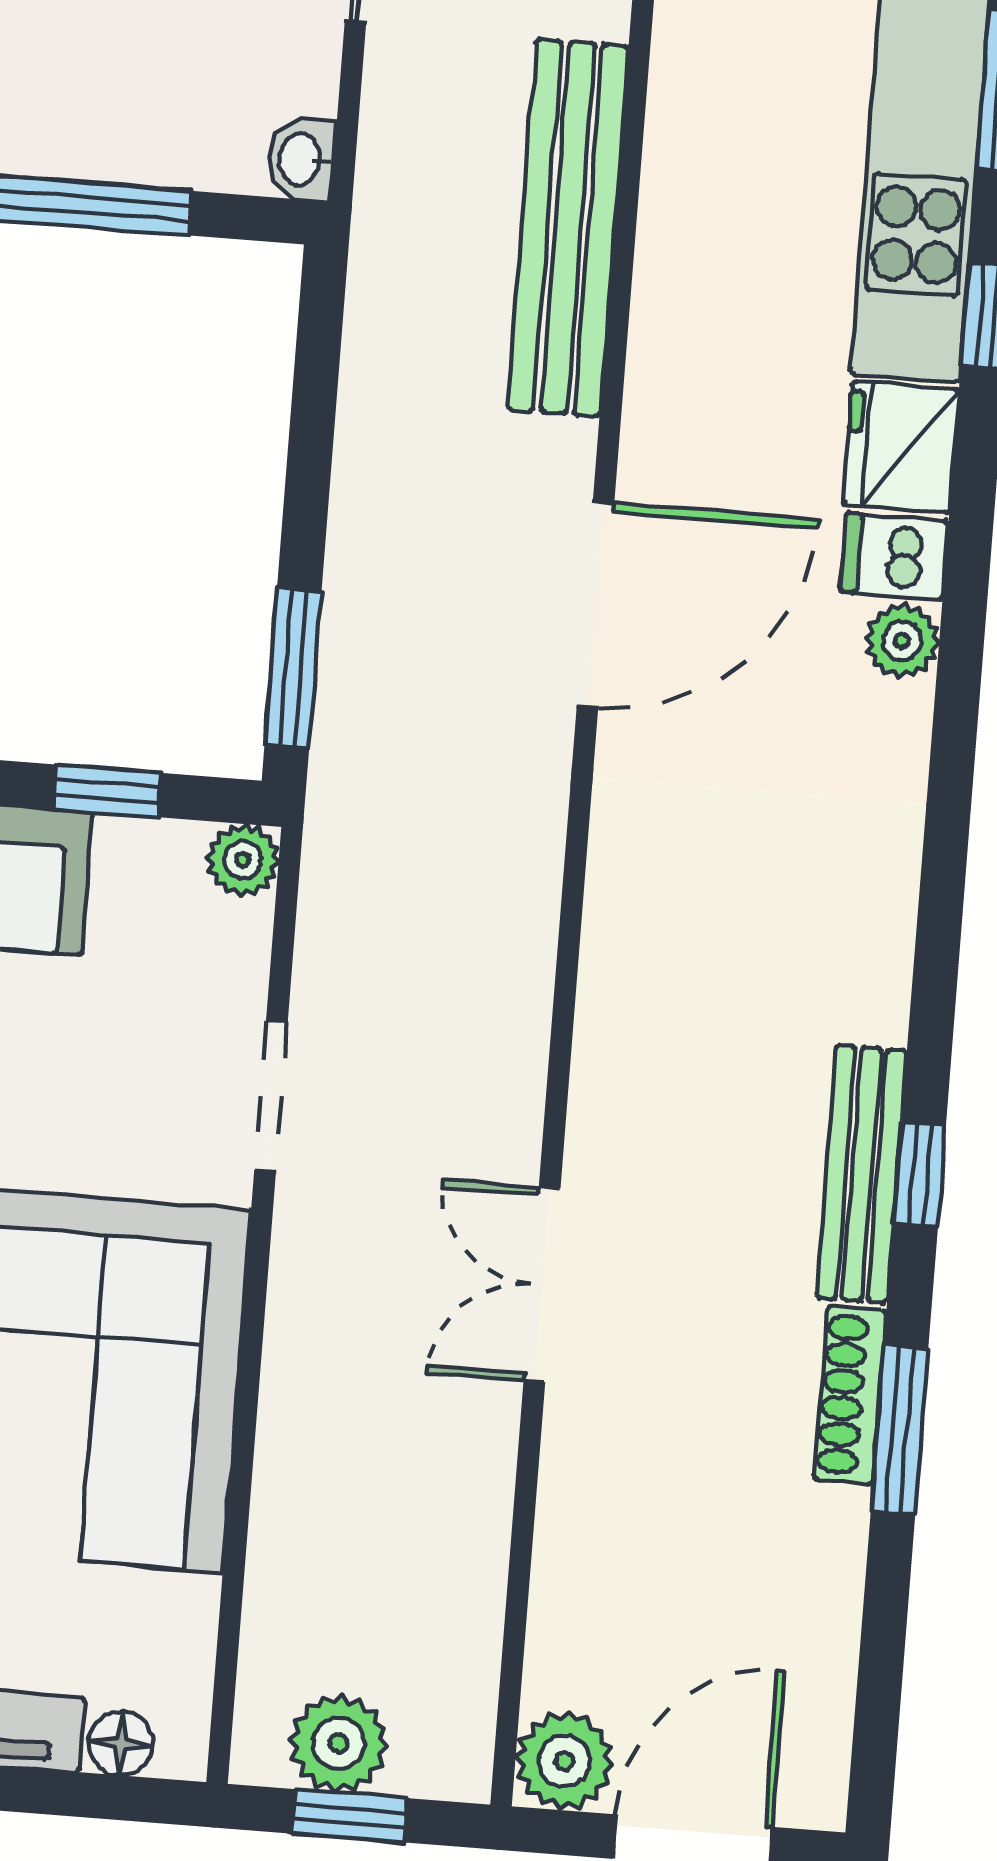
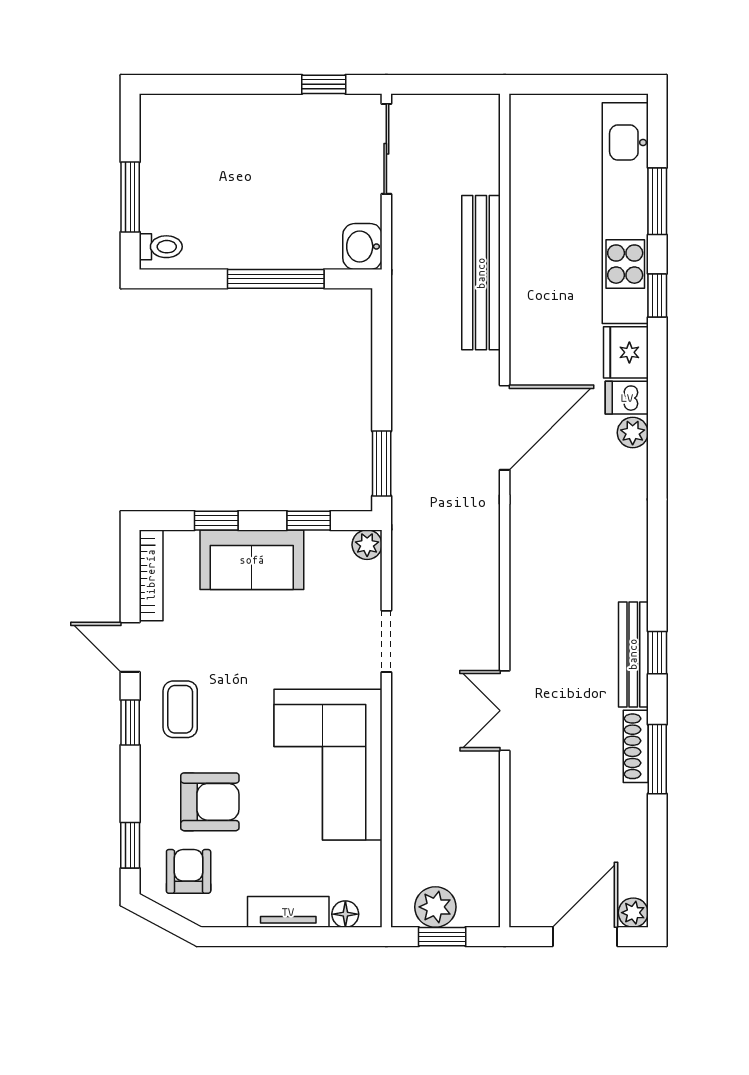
washbasin: (301, 159) -> (362, 247), width x1.38, depth x1.45
plant: (564, 1761) -> (633, 913), moved, width x0.73, depth x0.73

